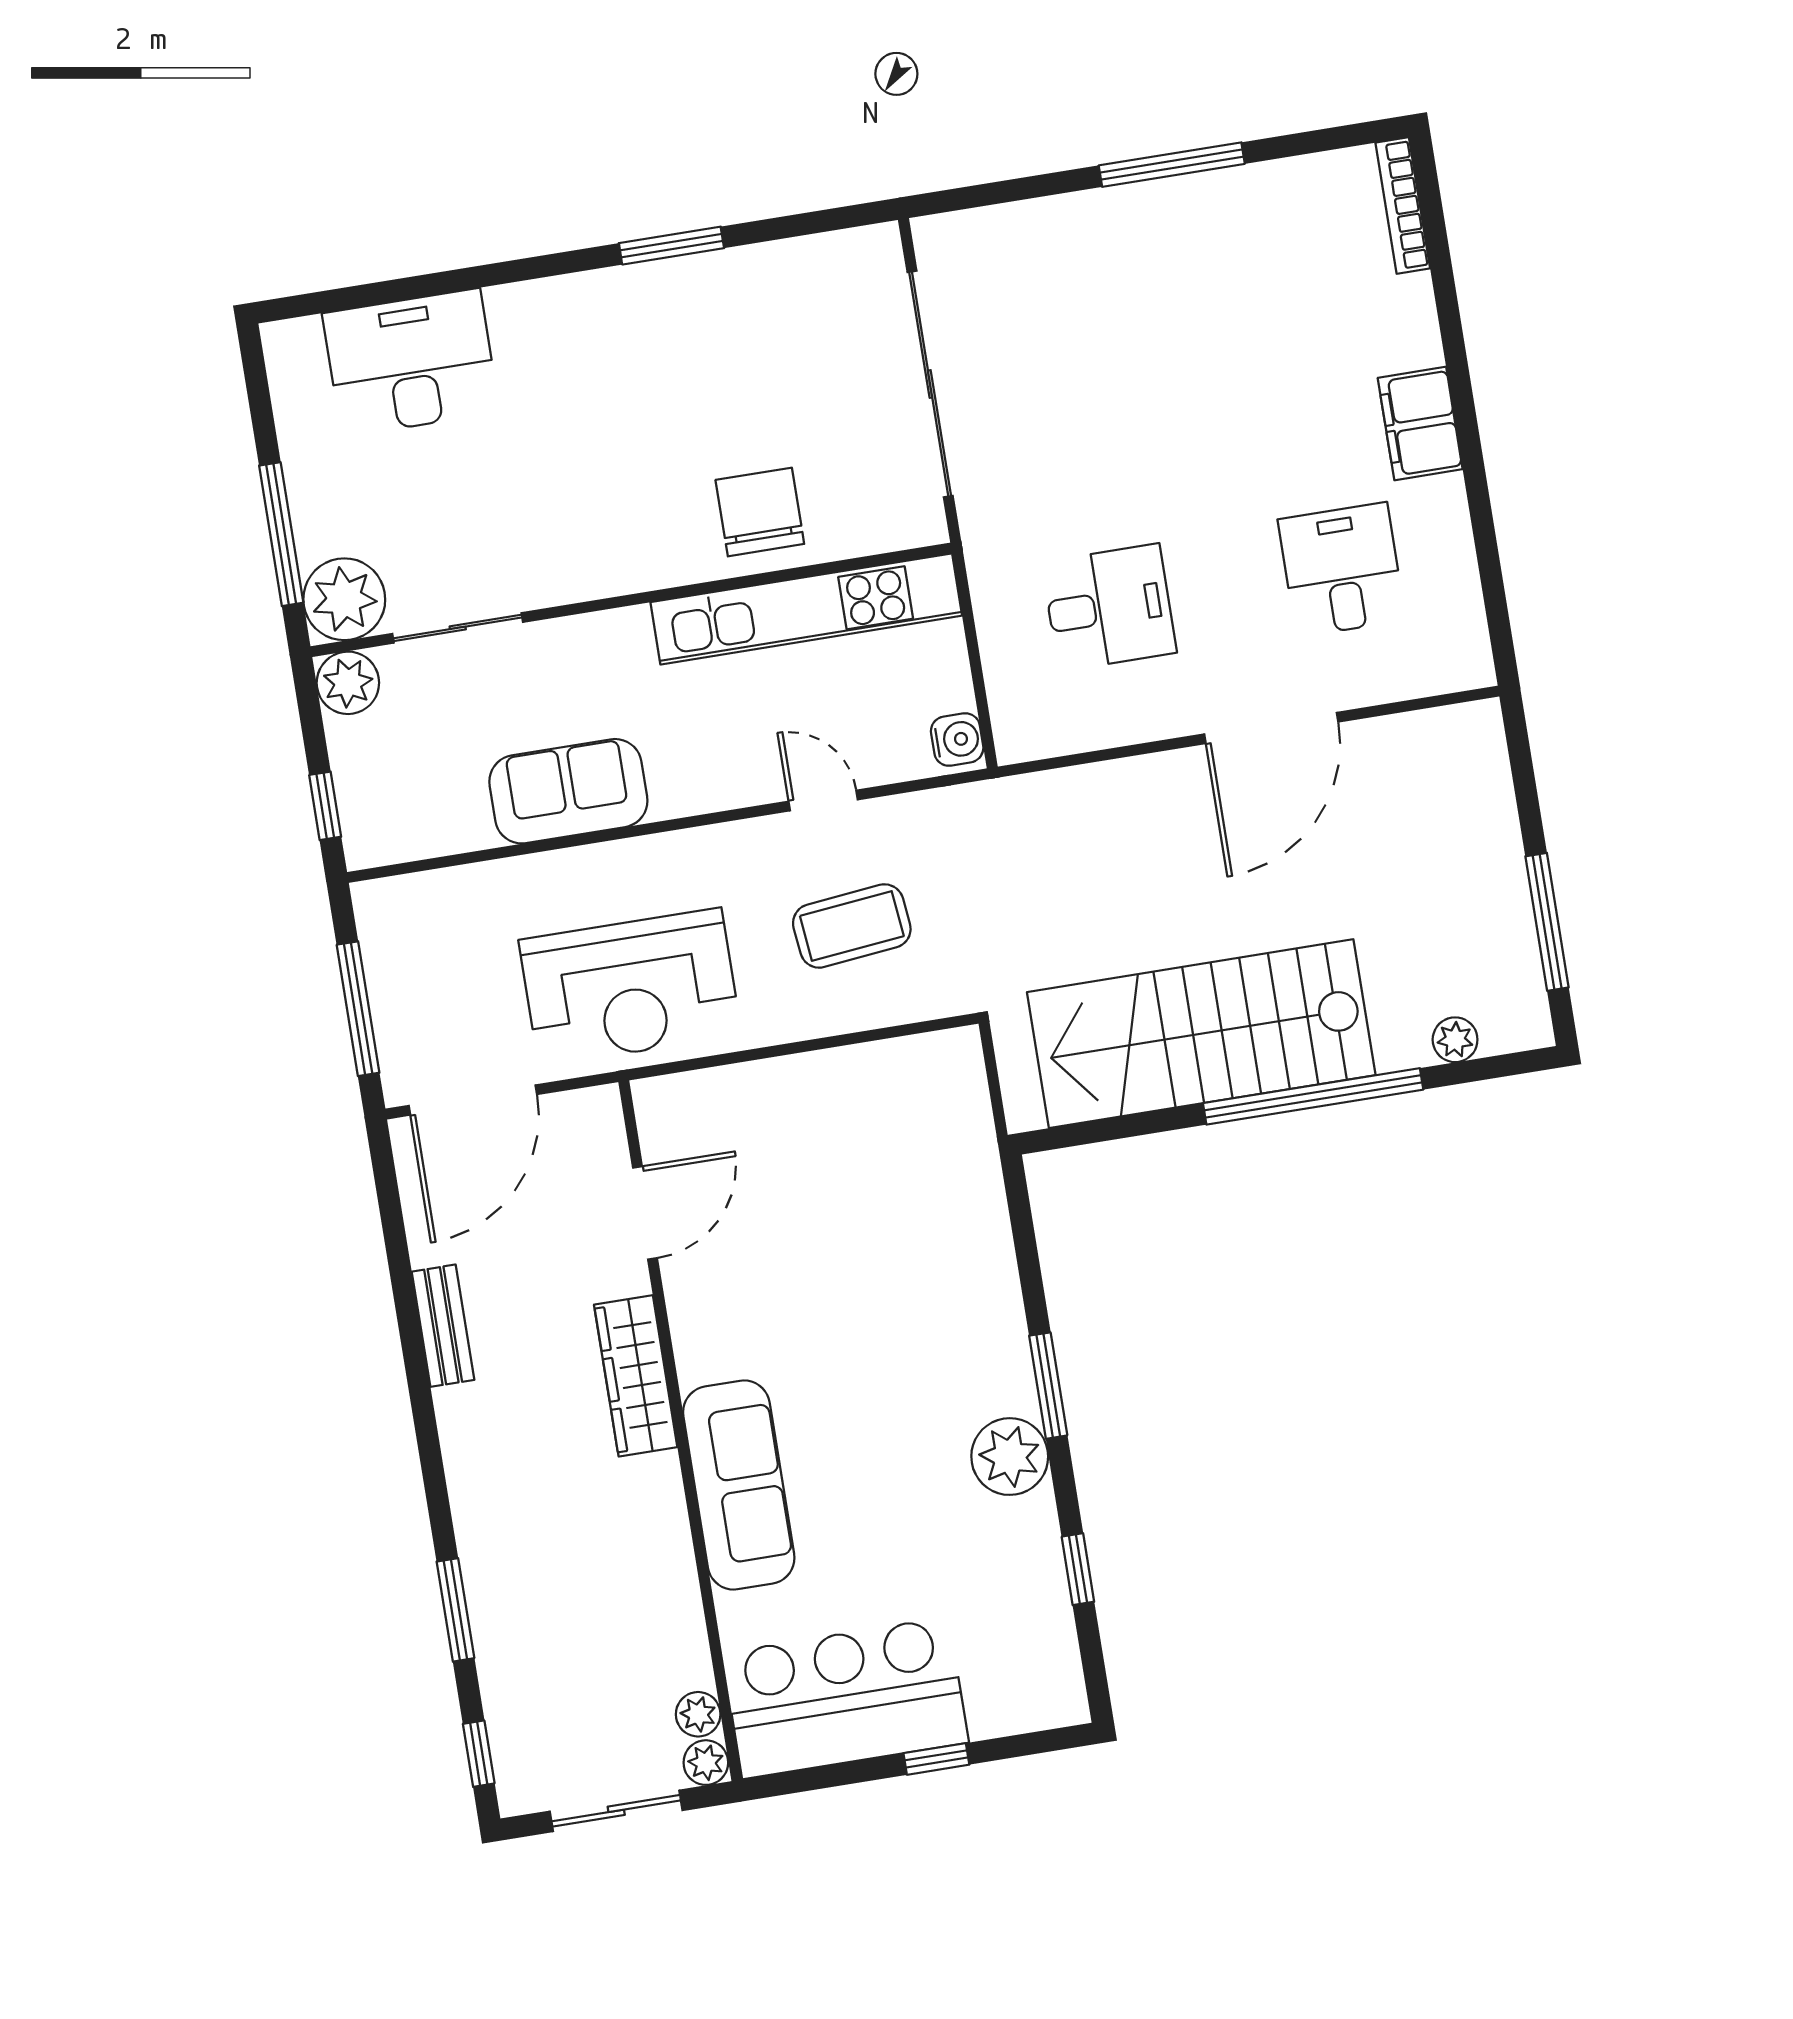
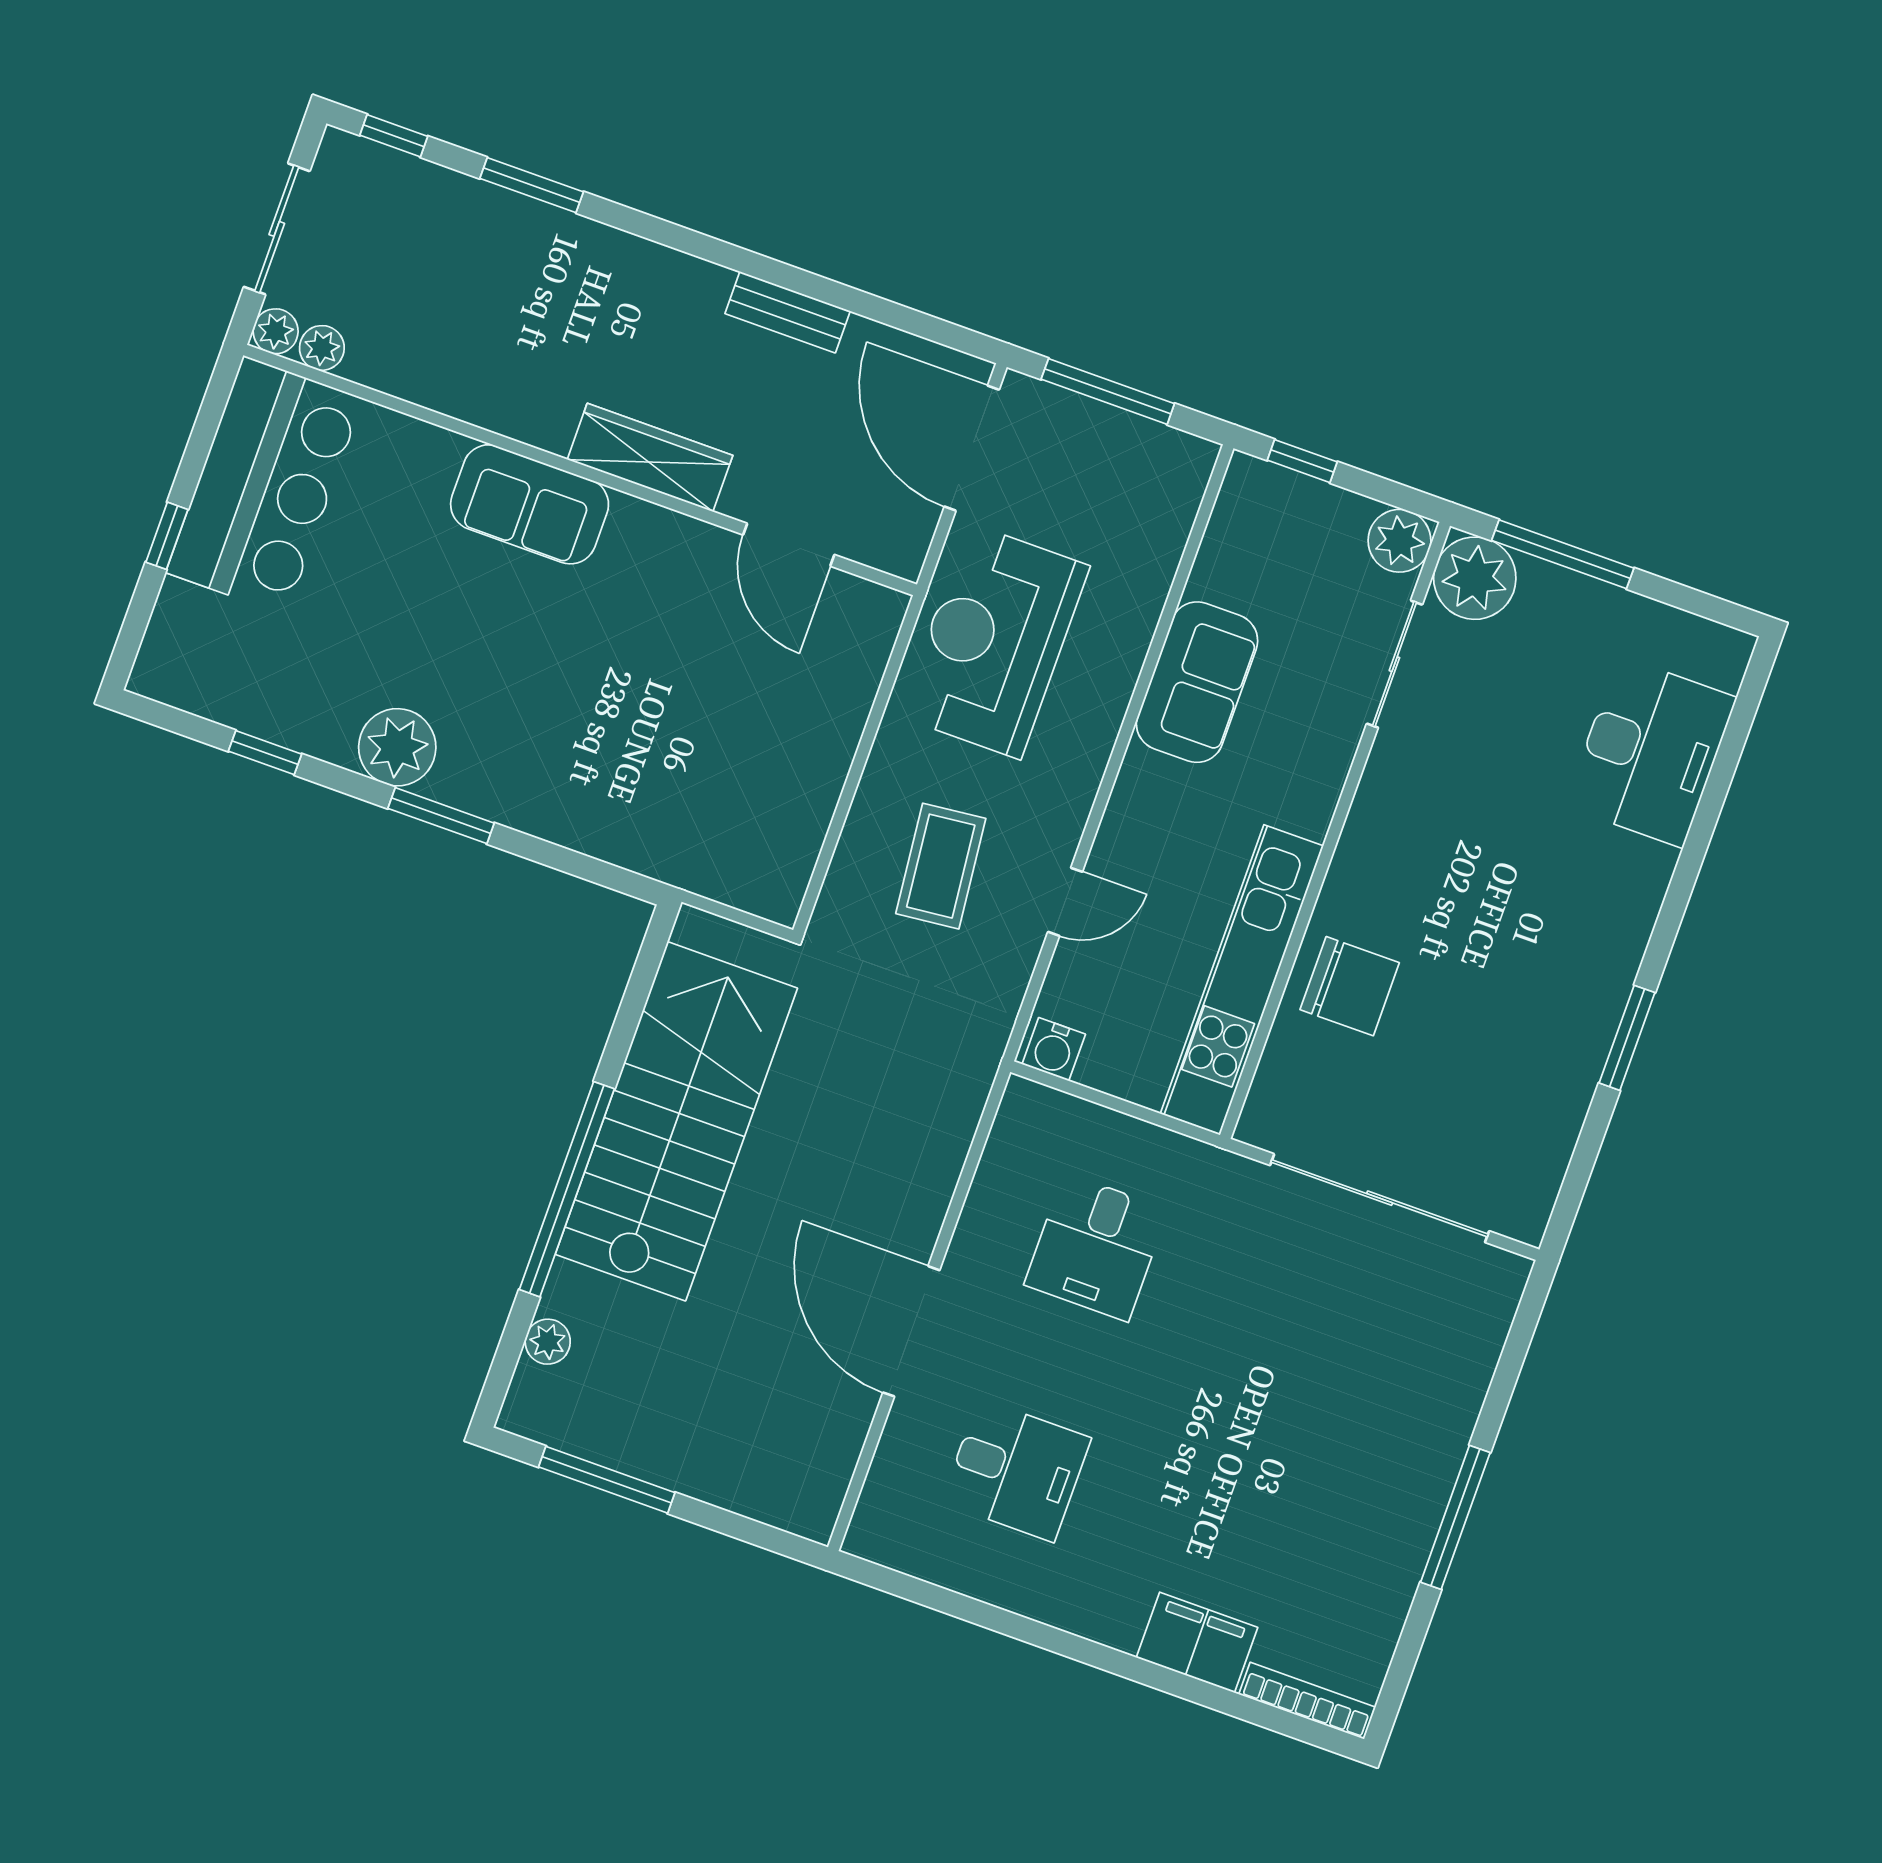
filing cabinet: (1420, 423) -> (1197, 1642), moved
sofa: (739, 1485) -> (530, 504), width x0.73

